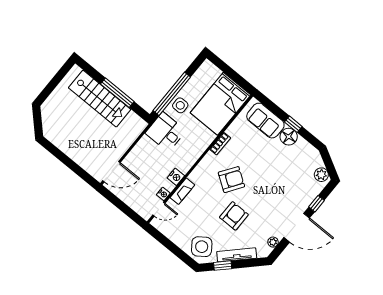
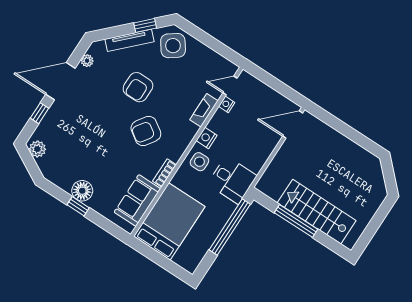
side table: (180, 105) -> (199, 162), moved
sofa: (265, 121) -> (137, 200), moved, turned -90
nightstand: (176, 177) -> (207, 138), moved

